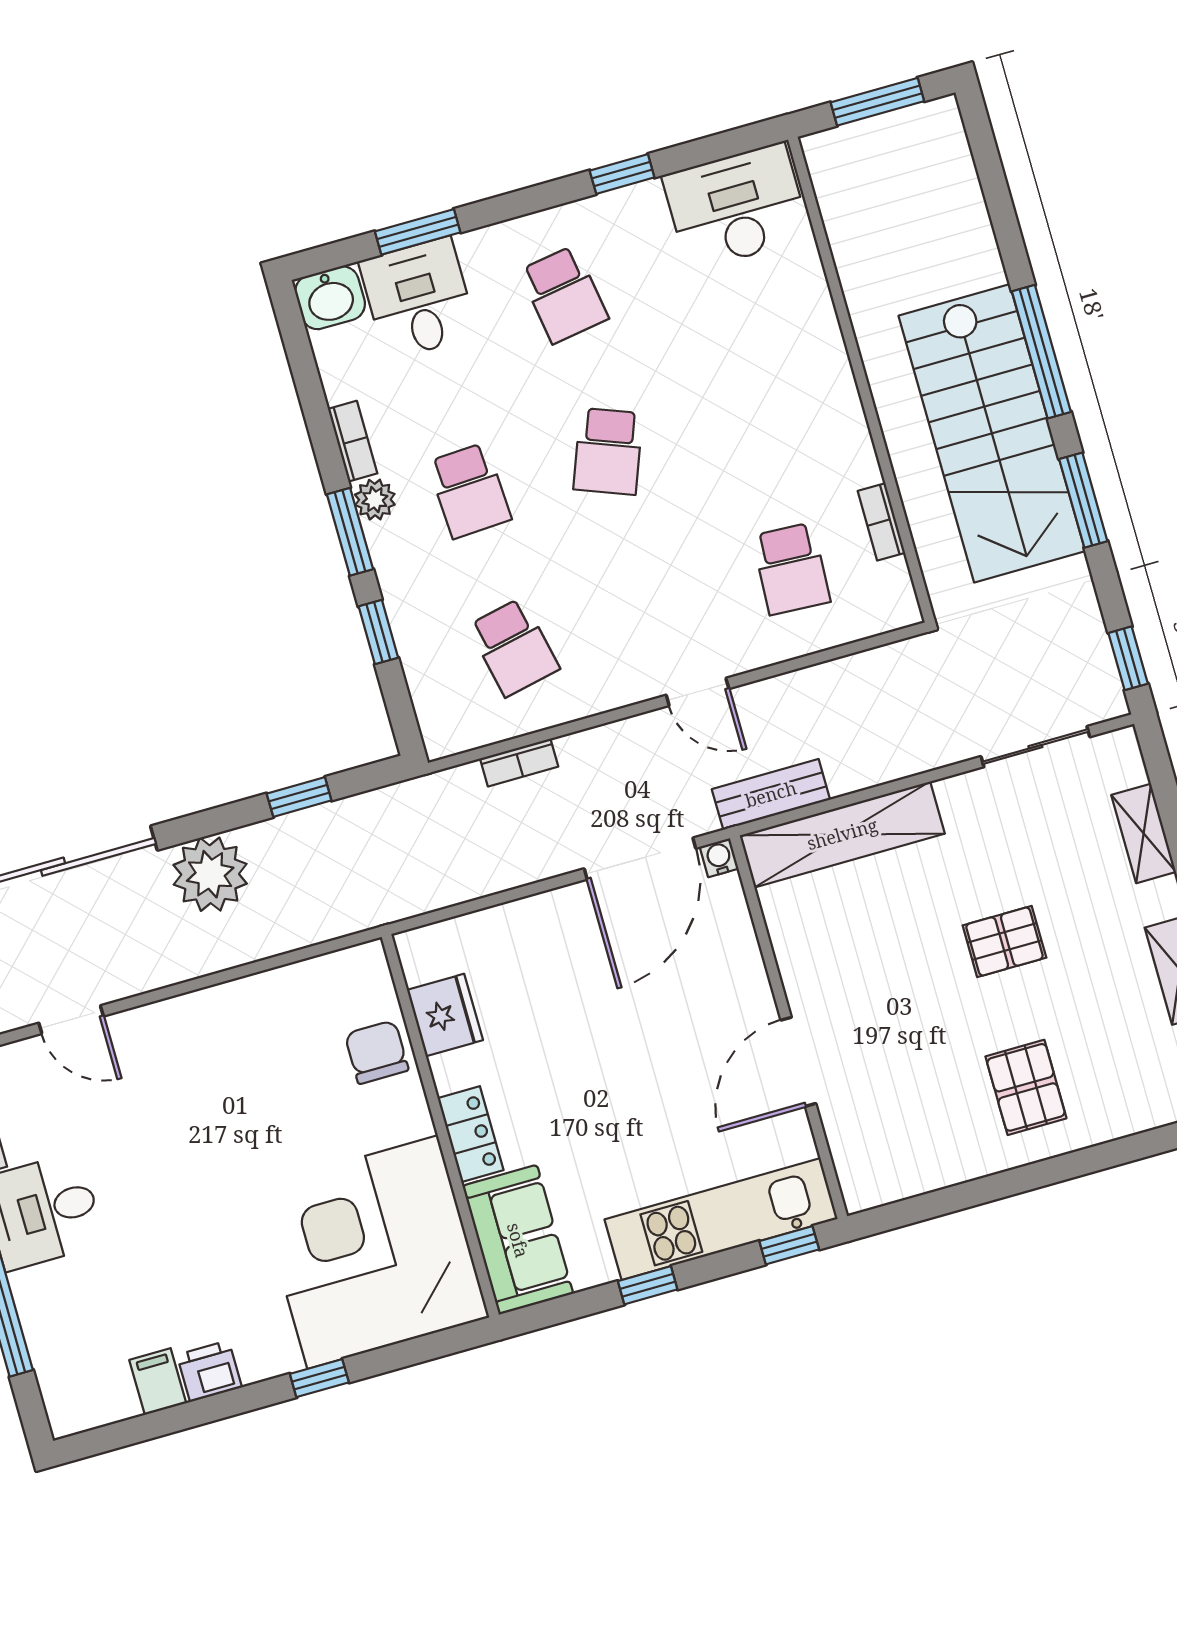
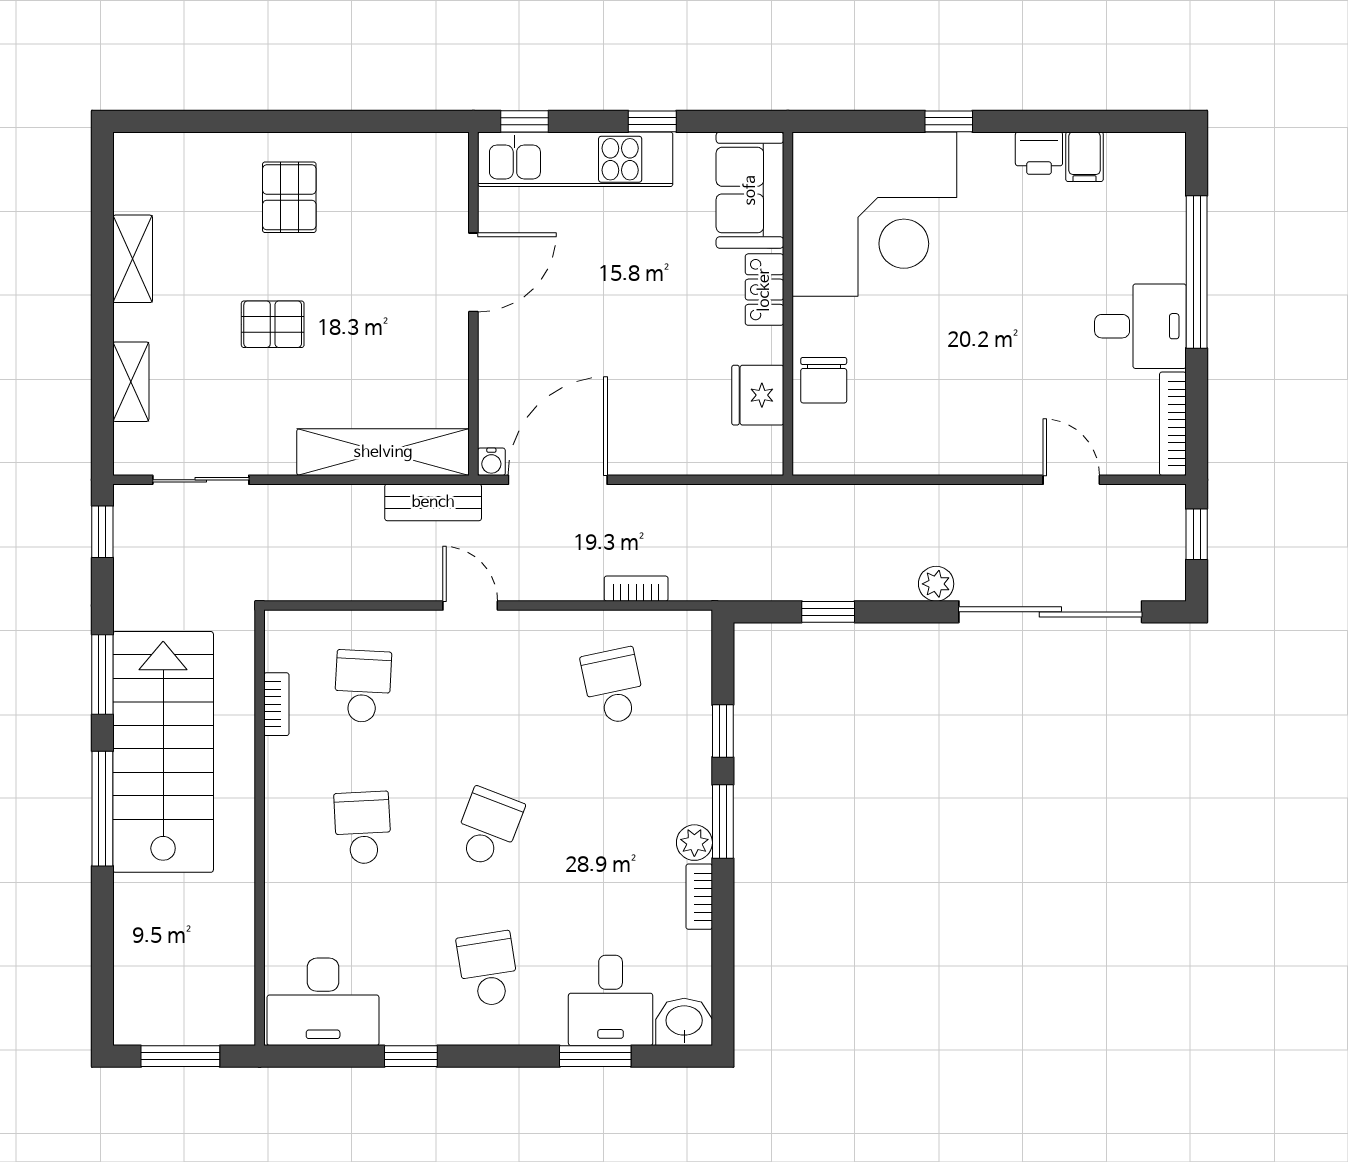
school desk: (469, 491) -> (363, 828), moved
plant: (210, 874) -> (936, 584), width x0.53, depth x0.53

